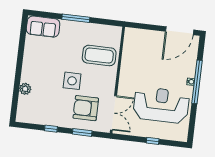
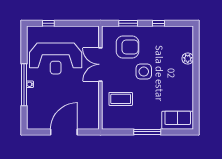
door: (180, 31) -> (64, 132), moved
coffee table: (99, 55) -> (121, 99), width x0.73, depth x0.76
double door: (113, 113) -> (100, 64), moved
window: (153, 141) -> (48, 23), moved

